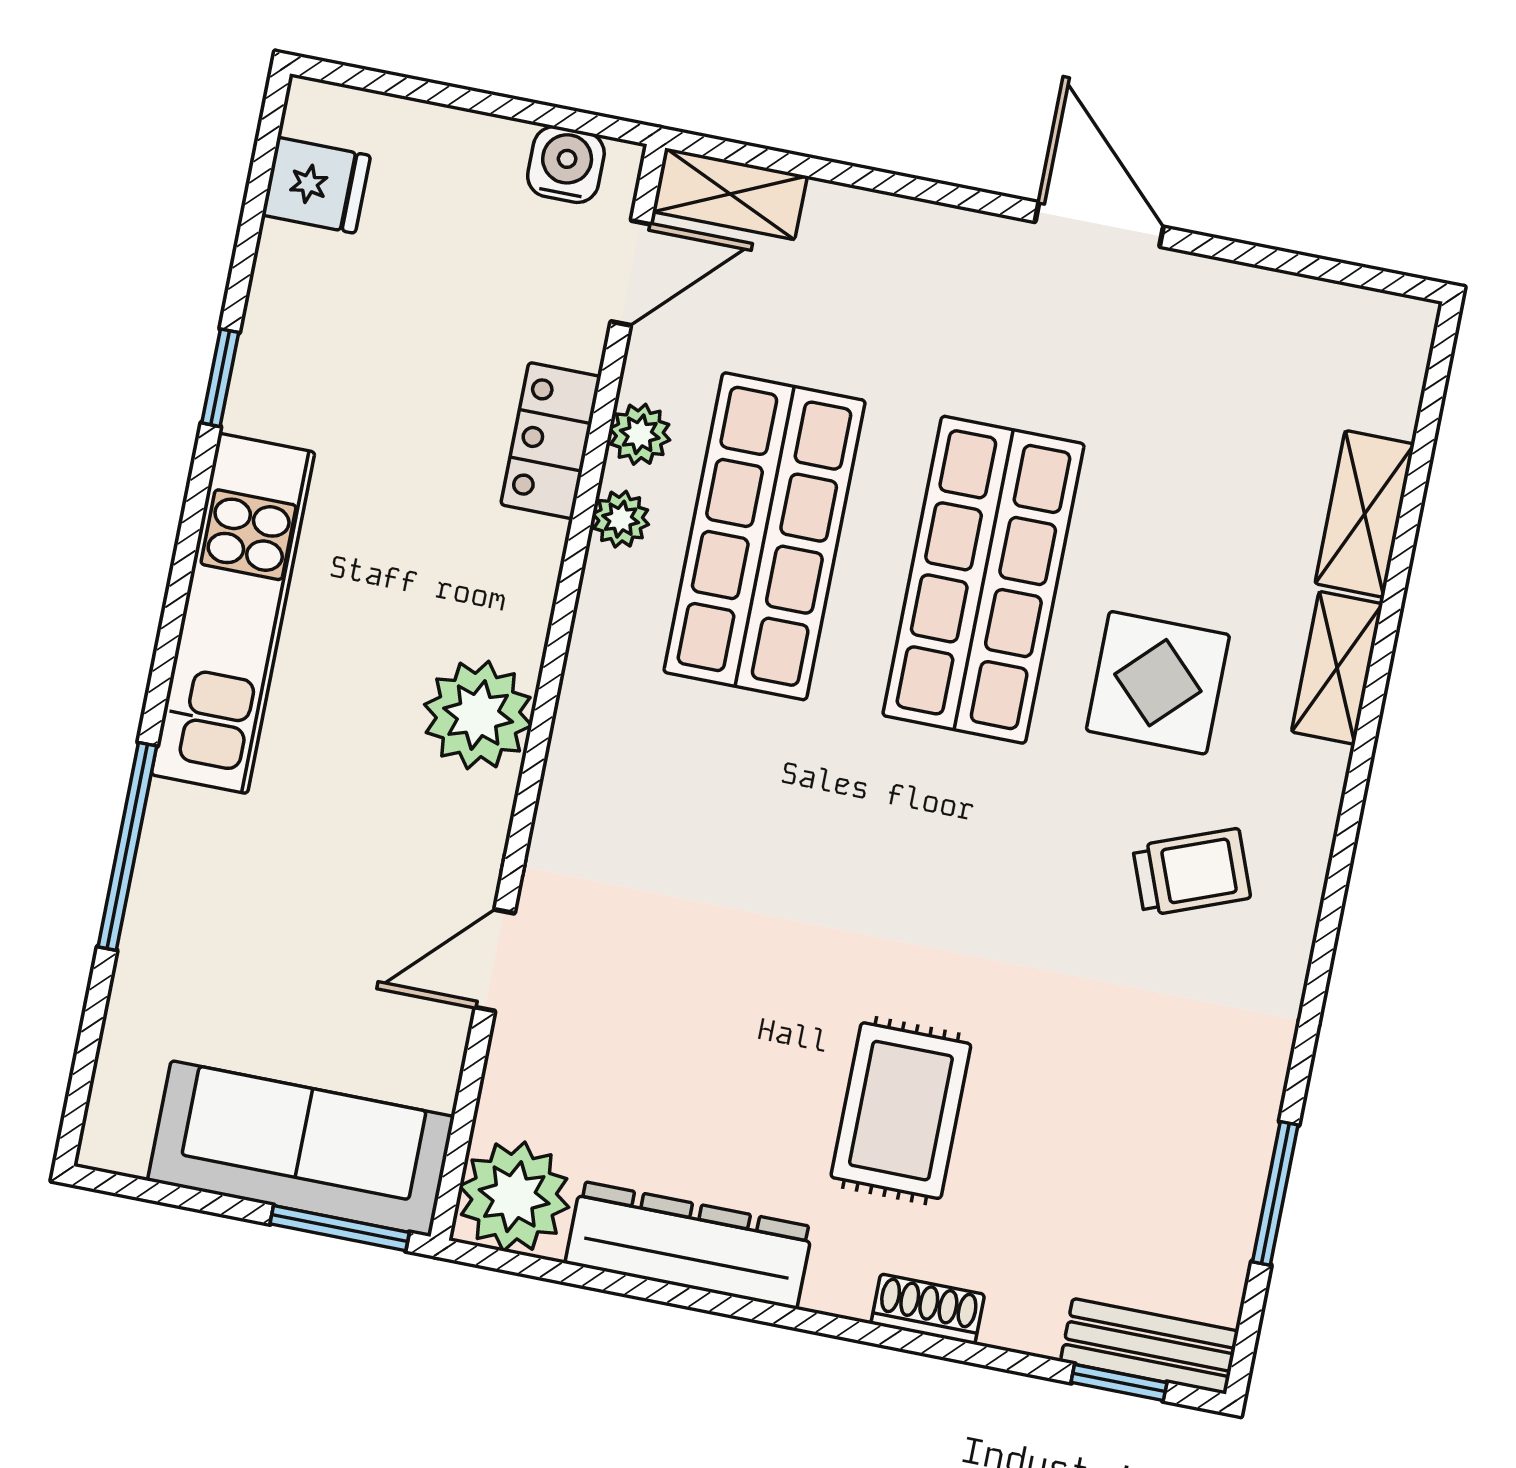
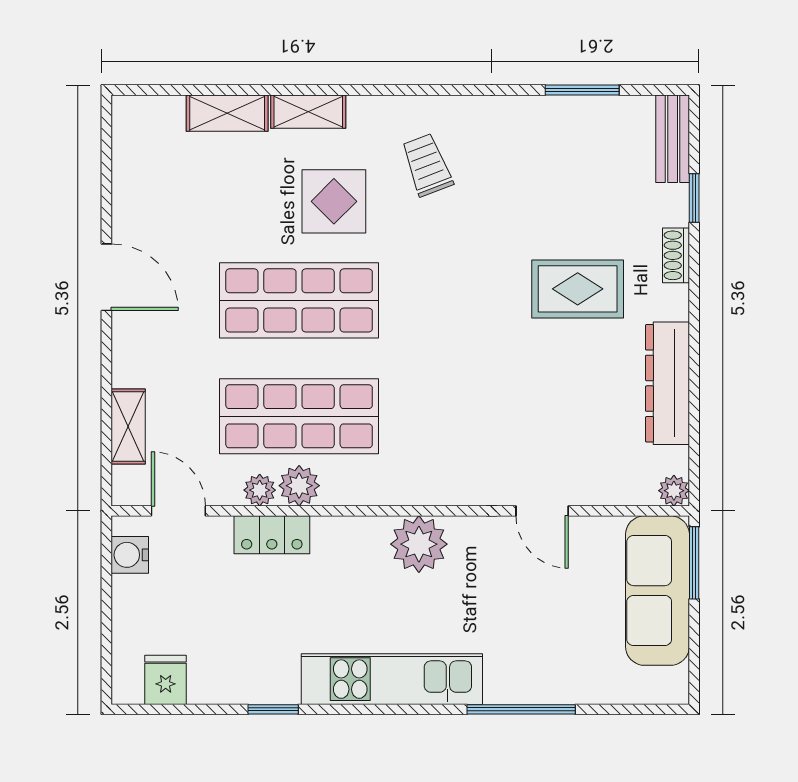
shelving: (730, 194) -> (128, 426), moved
door: (1099, 224) -> (106, 277), swing flipped
plant: (621, 519) -> (299, 486), width x1.38, depth x1.38
plant: (514, 1197) -> (674, 491), width x0.53, depth x0.53
window: (1119, 1383) -> (694, 198), moved

